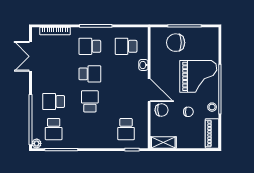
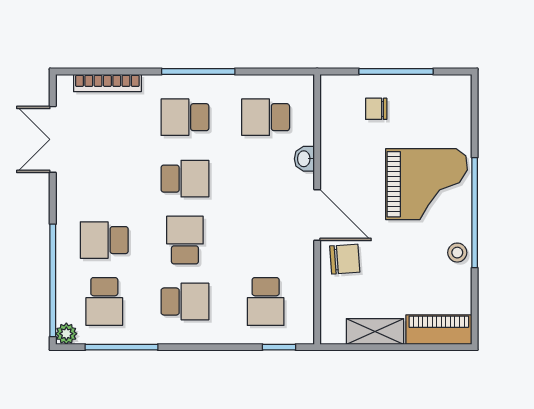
chair: (176, 43) -> (376, 109), width x0.54, depth x0.54
chair: (188, 112) -> (404, 263), removed
school desk: (90, 129) -> (185, 302), added
piano: (212, 133) -> (439, 330), moved, turned 90
shelving: (163, 142) -> (375, 331), moved

